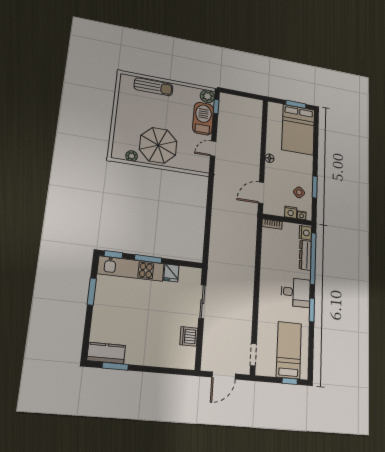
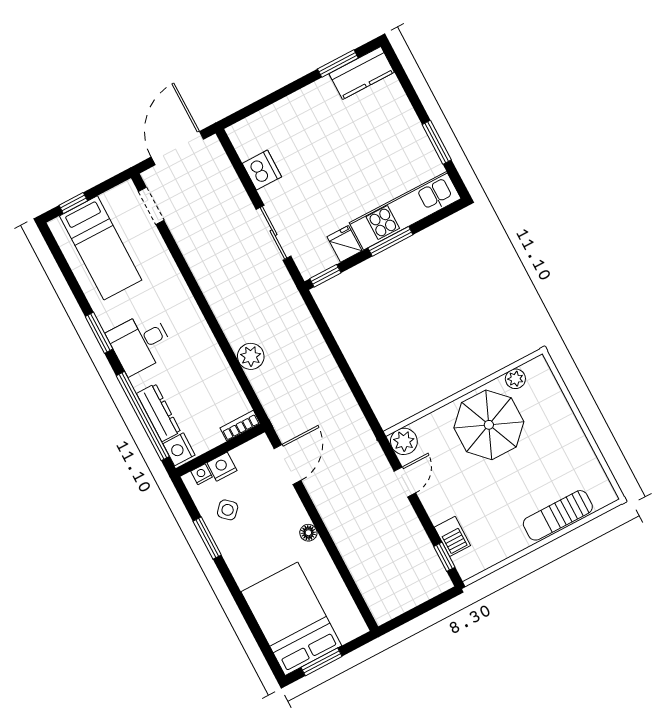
plant: (207, 96) -> (404, 441), moved
barbecue: (203, 119) -> (452, 536), width x0.53, depth x0.65
plant: (249, 251) -> (251, 356), added
window: (113, 254) -> (325, 276), moved
door: (224, 376) -> (177, 148), width x1.36

